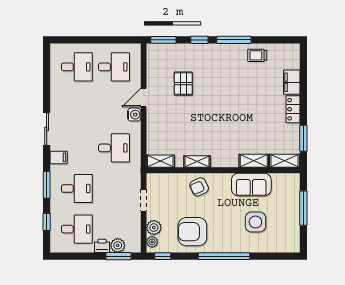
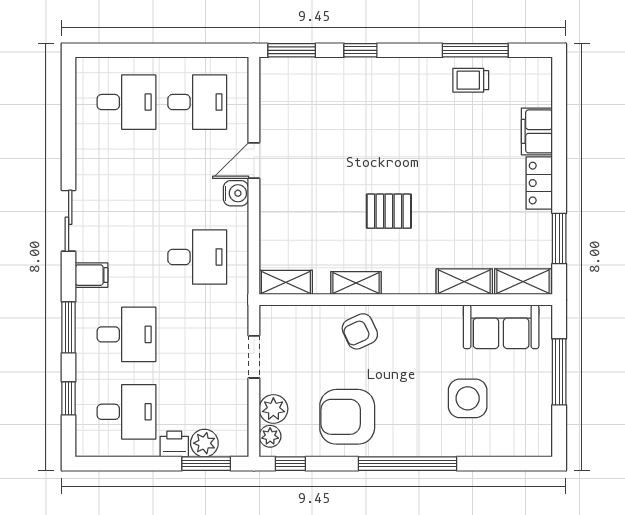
window: (234, 40) -> (475, 50), moved
pallet: (183, 84) -> (389, 211), moved, turned 90
sofa: (251, 185) -> (501, 327), moved

